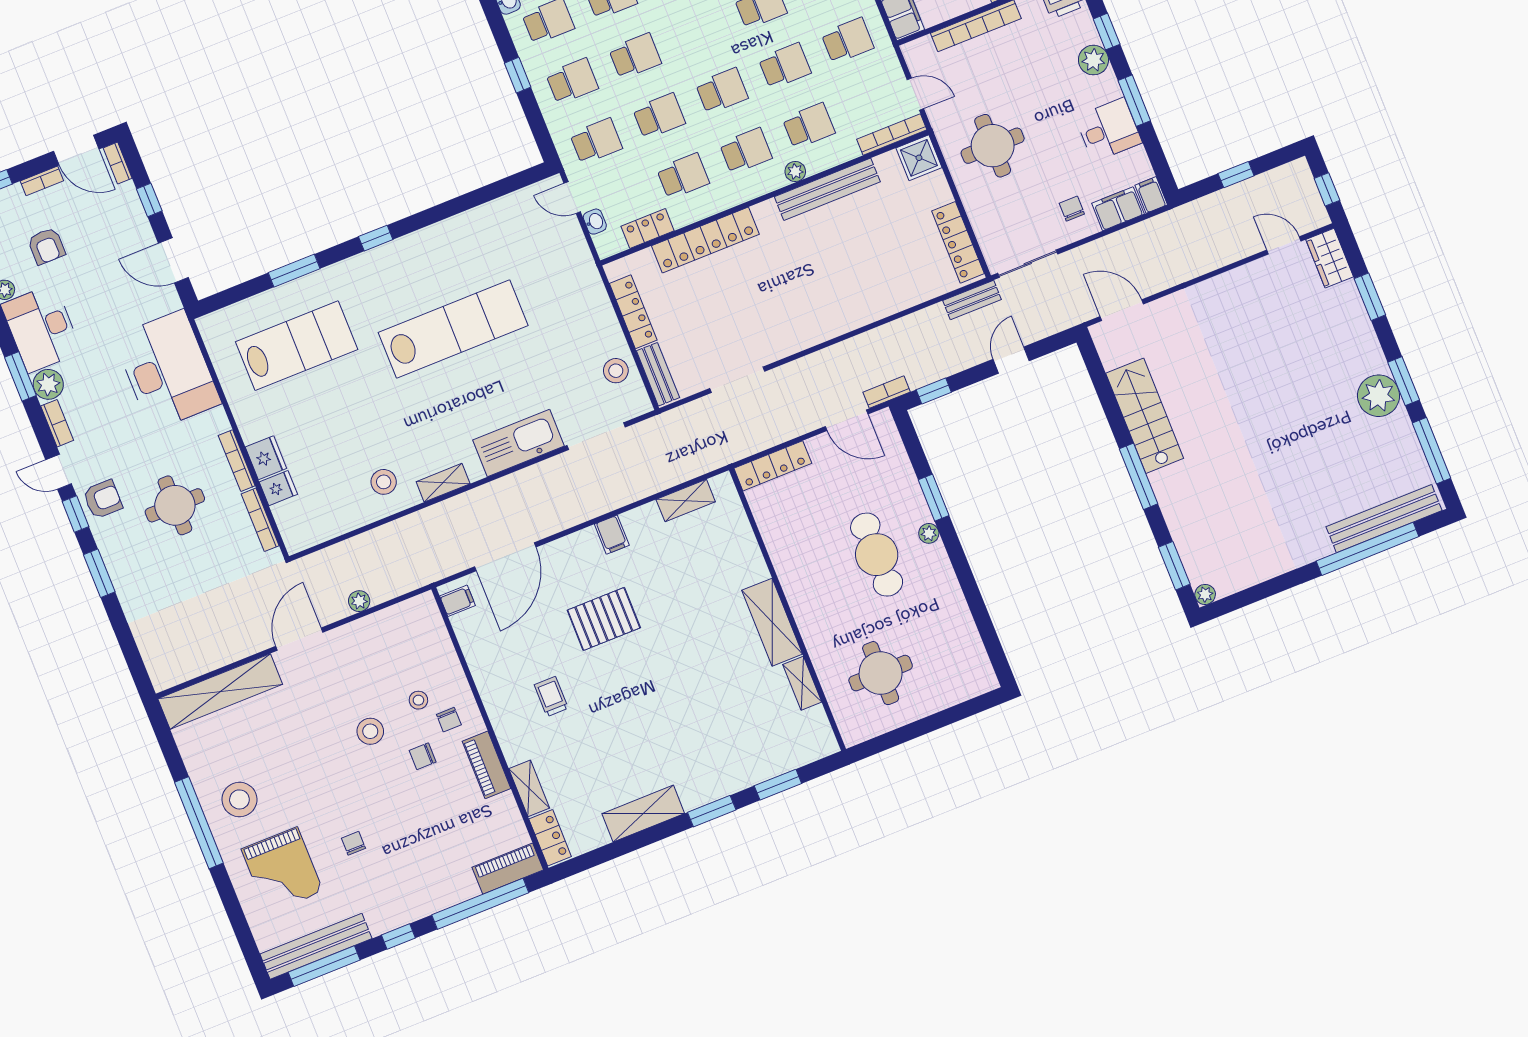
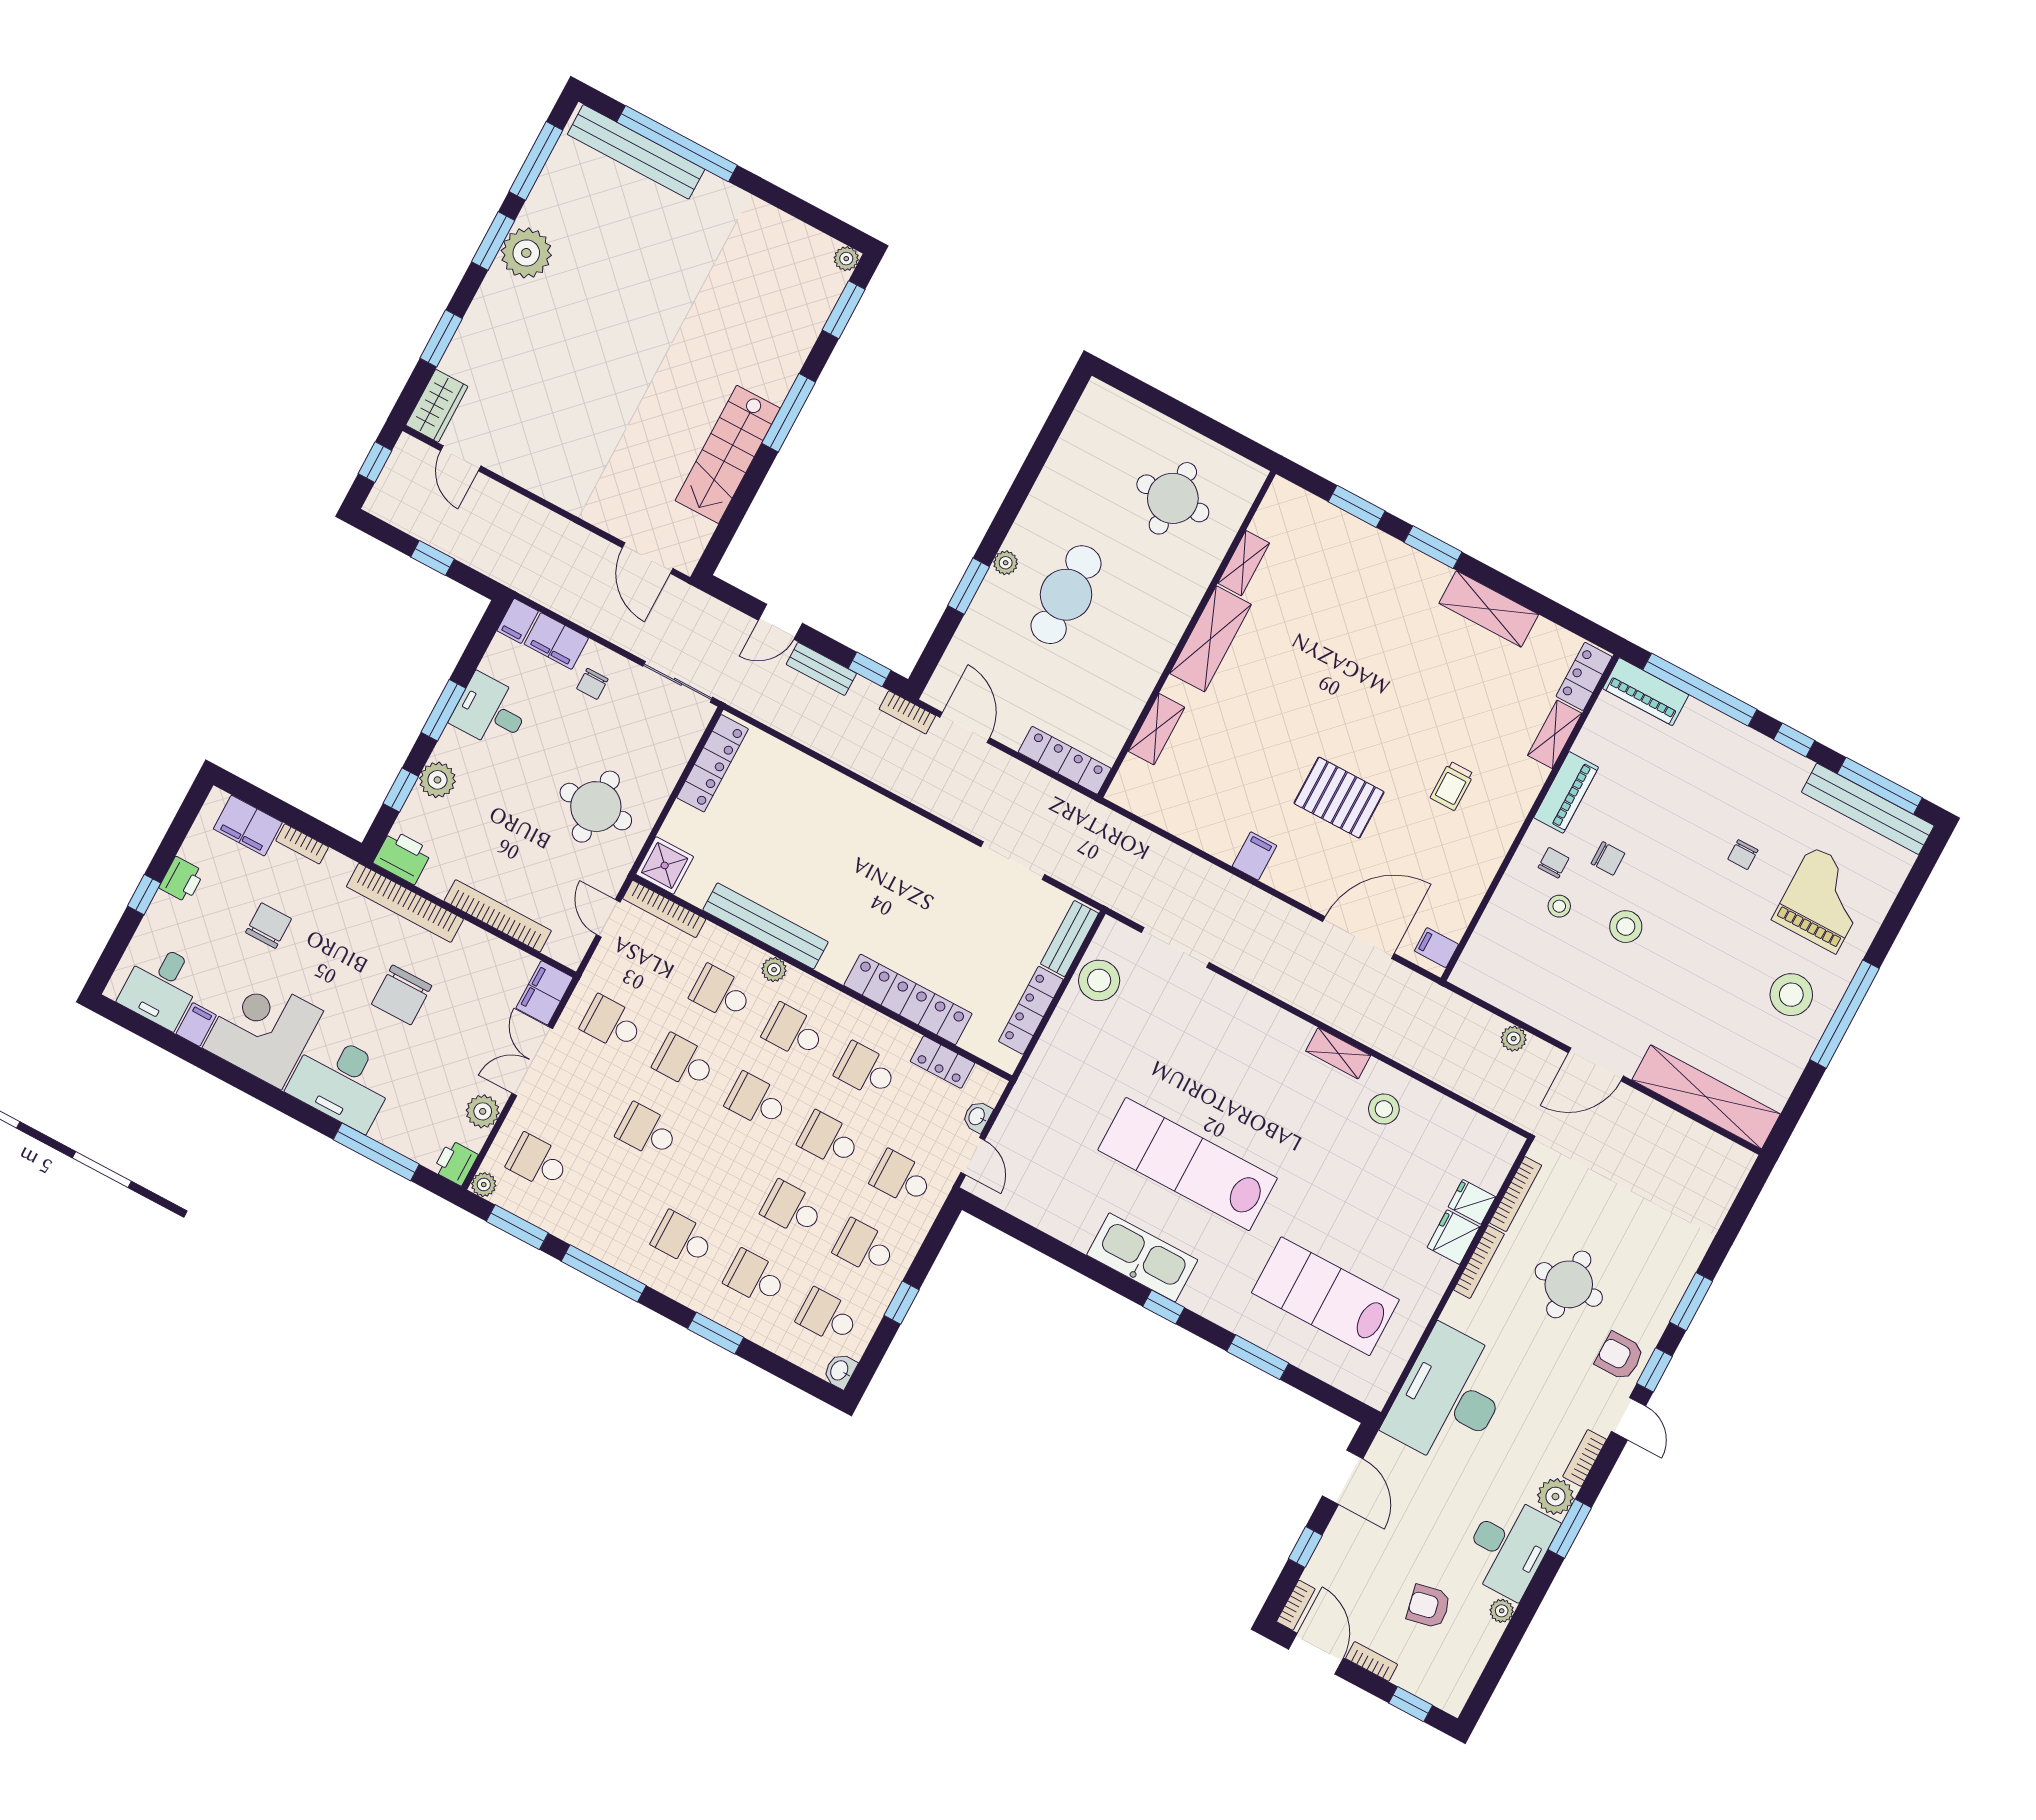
armchair: (46, 246) -> (1429, 1606), turned -102
bench: (972, 300) -> (821, 669), moved
stool: (616, 371) -> (1099, 980), width x1.38, depth x1.38
kitchen sink: (519, 443) -> (1142, 1257), moved, turned 180
shelving: (686, 501) -> (1156, 729), moved, turned 90

